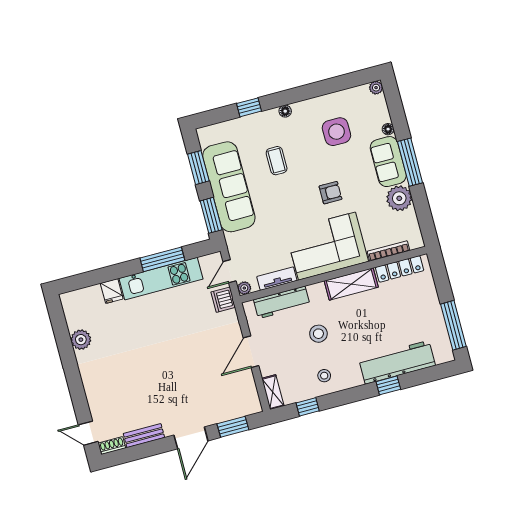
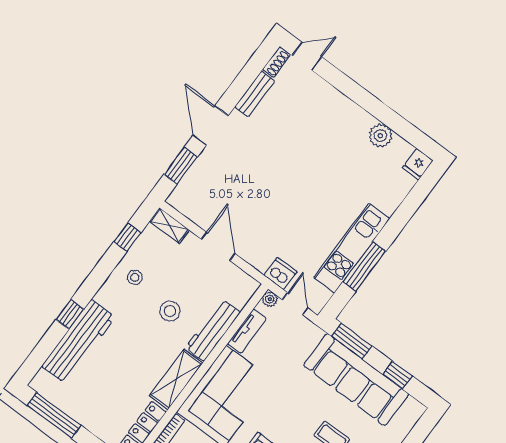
window: (198, 168) -> (398, 375), width x0.67
fridge: (112, 291) -> (418, 164), moved, turned -90
workbench: (282, 302) -> (213, 330), moved

